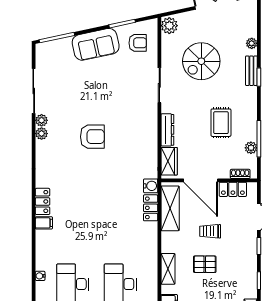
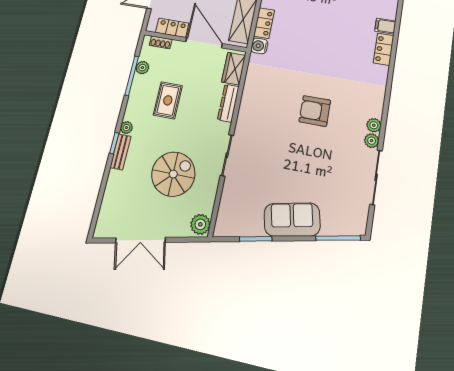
armchair: (138, 43) -> (242, 211), removed
plant: (252, 43) -> (126, 128), moved

